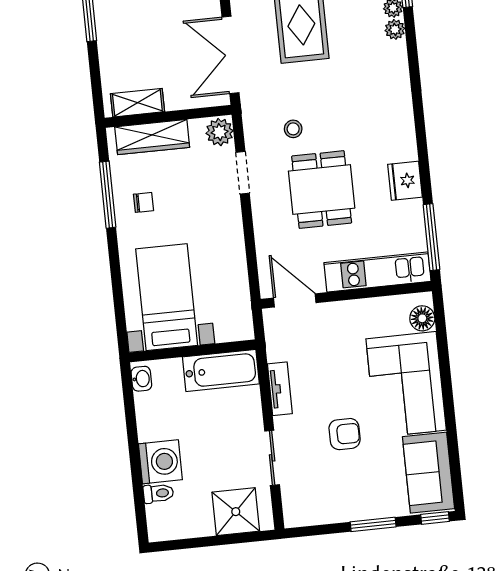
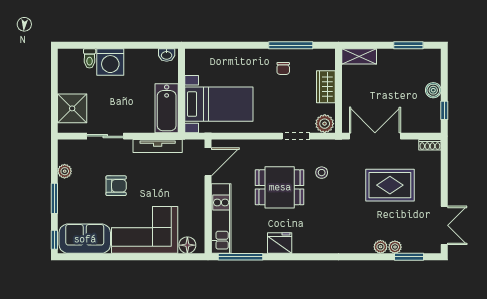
shelving: (137, 103) -> (359, 56), moved, turned 90
wardrobe: (152, 137) -> (326, 87), width x0.67
bed with nightstands: (167, 297) -> (219, 104), moved
tv unit: (280, 389) -> (158, 146), width x1.41
armchair: (345, 434) -> (116, 186), turned -90
plant: (331, 513) -> (65, 171), added

